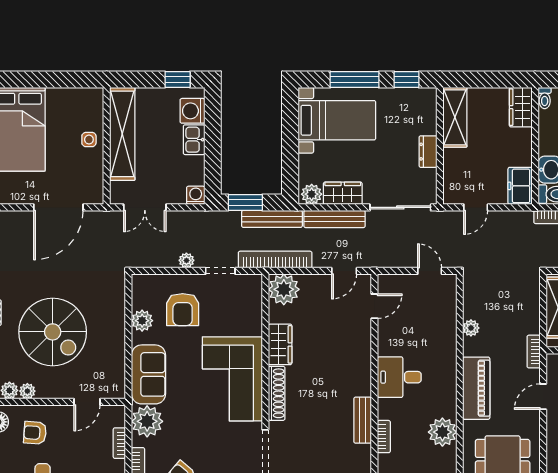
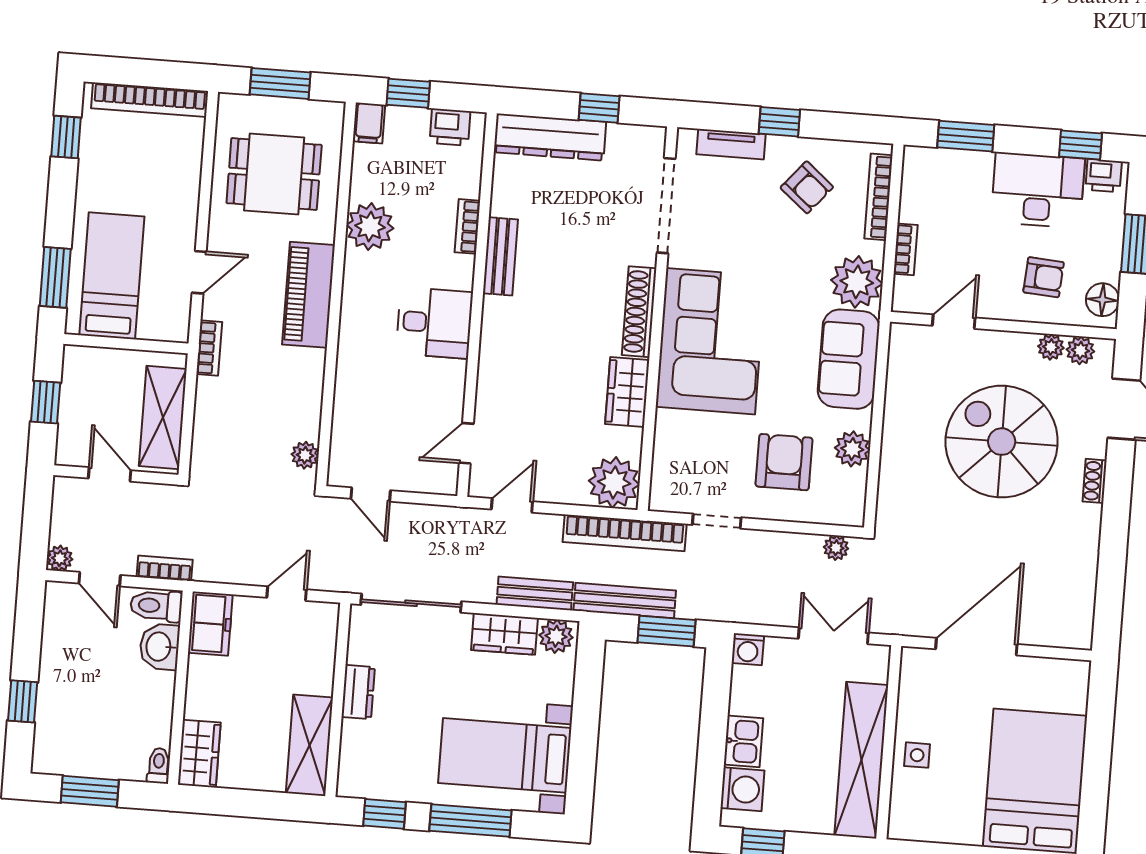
bench: (335, 219) -> (535, 593), width x0.73
plant: (186, 260) -> (836, 548), moved
plant: (471, 328) -> (305, 455), moved

